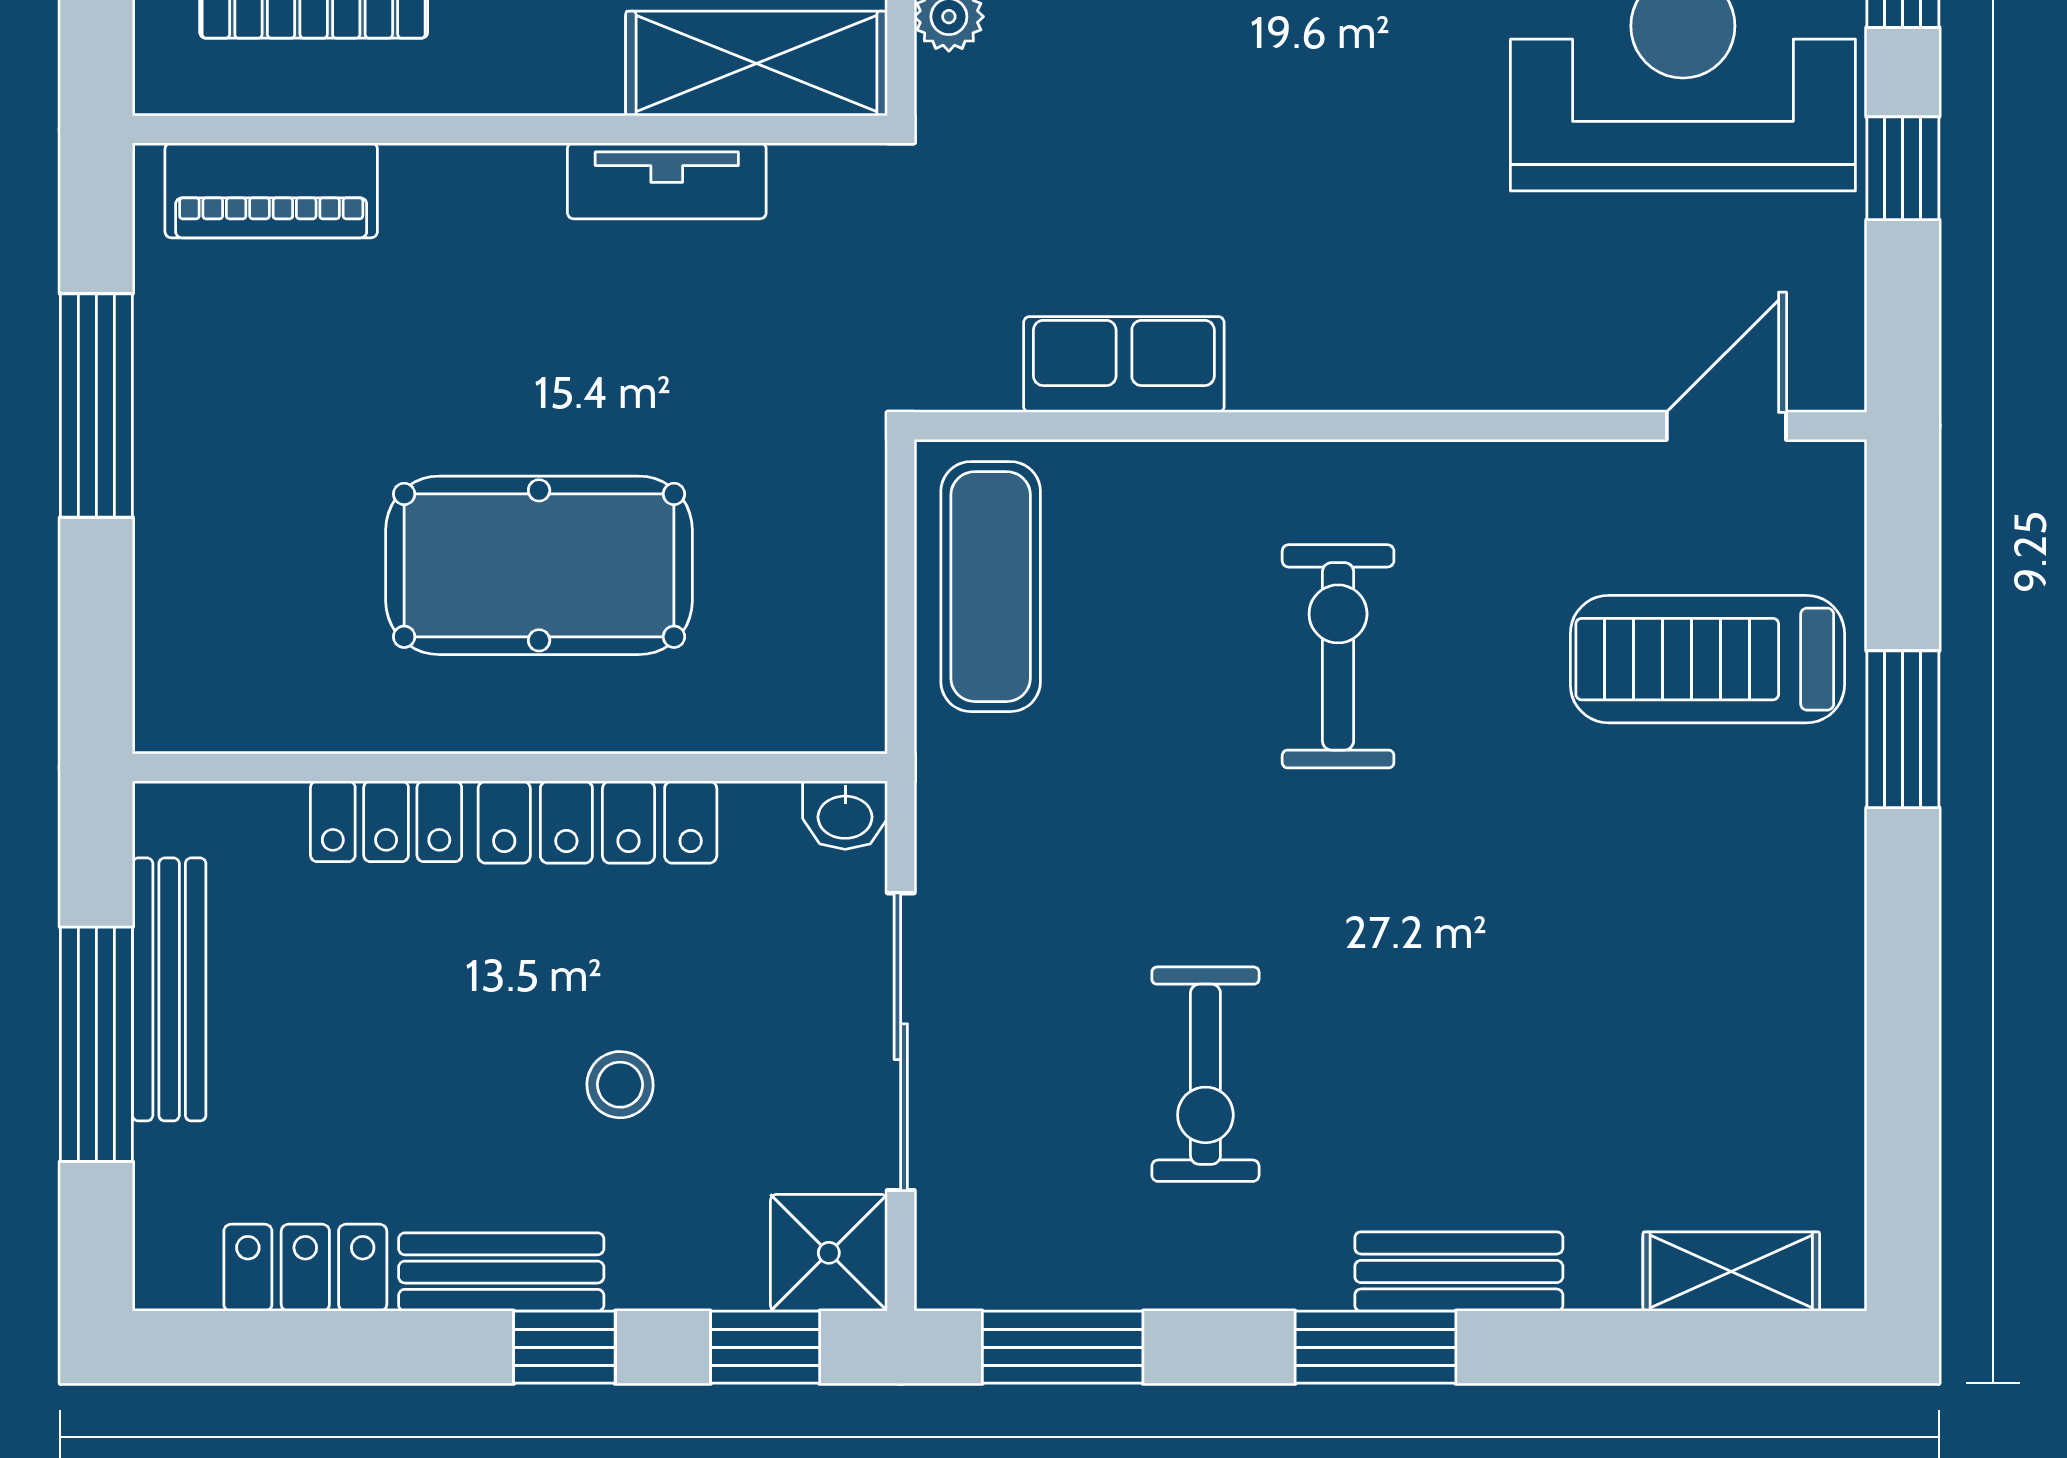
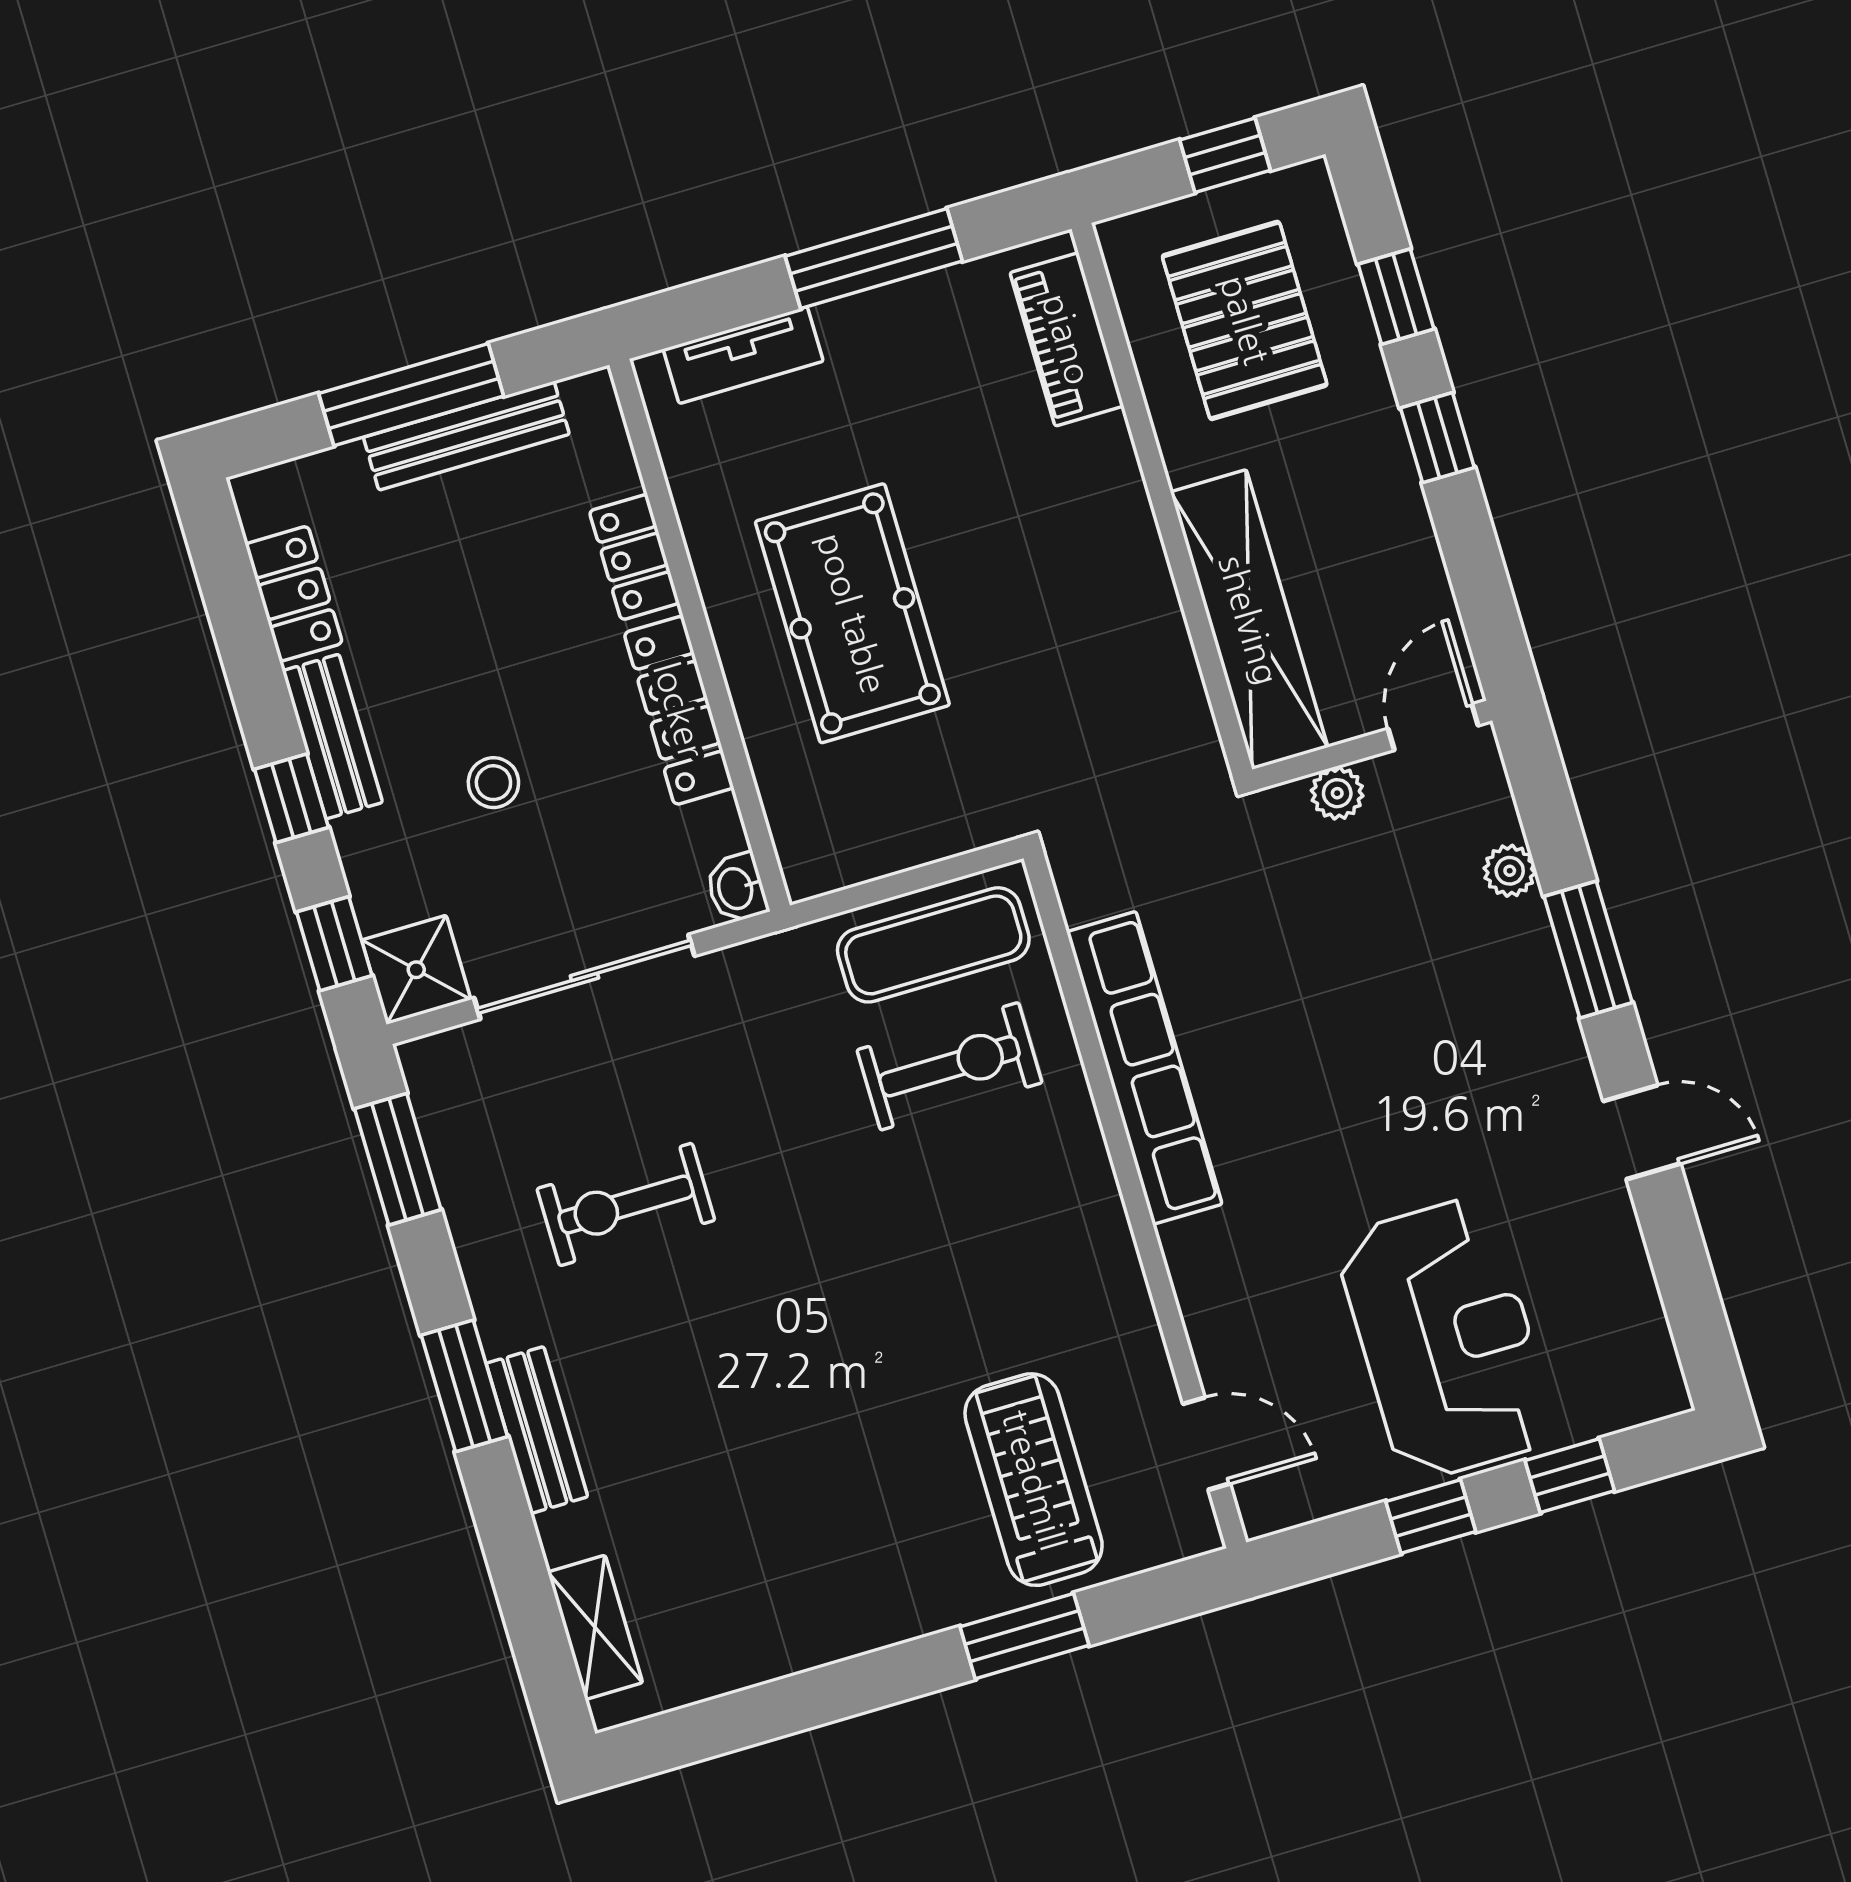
shelving: (756, 64) -> (1249, 620), width x1.47
tv unit: (667, 181) -> (743, 355), moved, turned -90
row of seats: (1124, 364) -> (1144, 1068), width x2.02
exercise bike: (1338, 656) -> (950, 1066), moved

